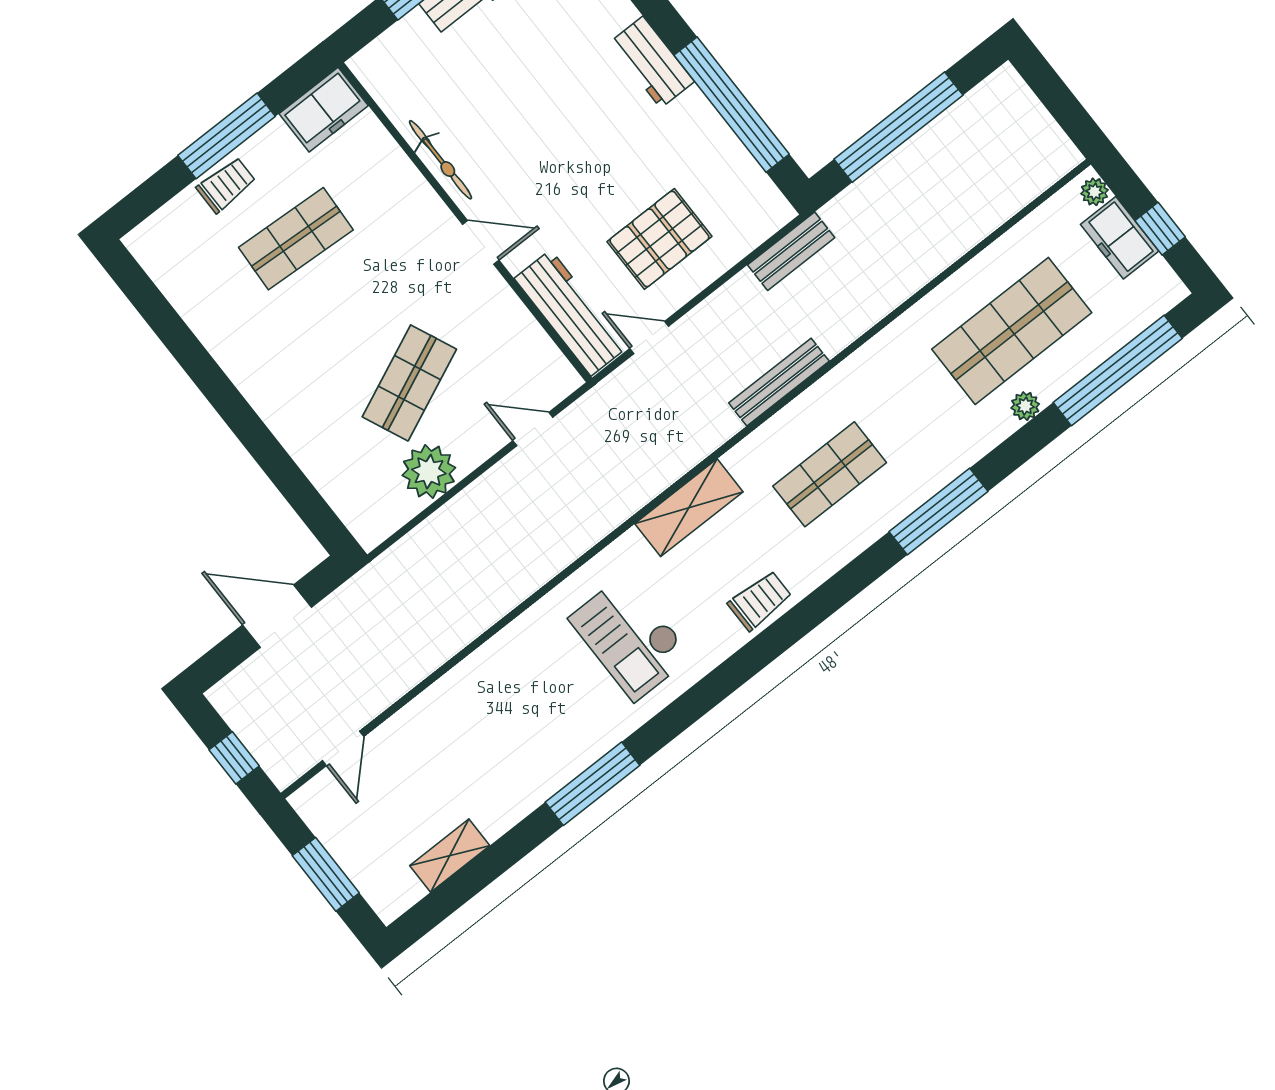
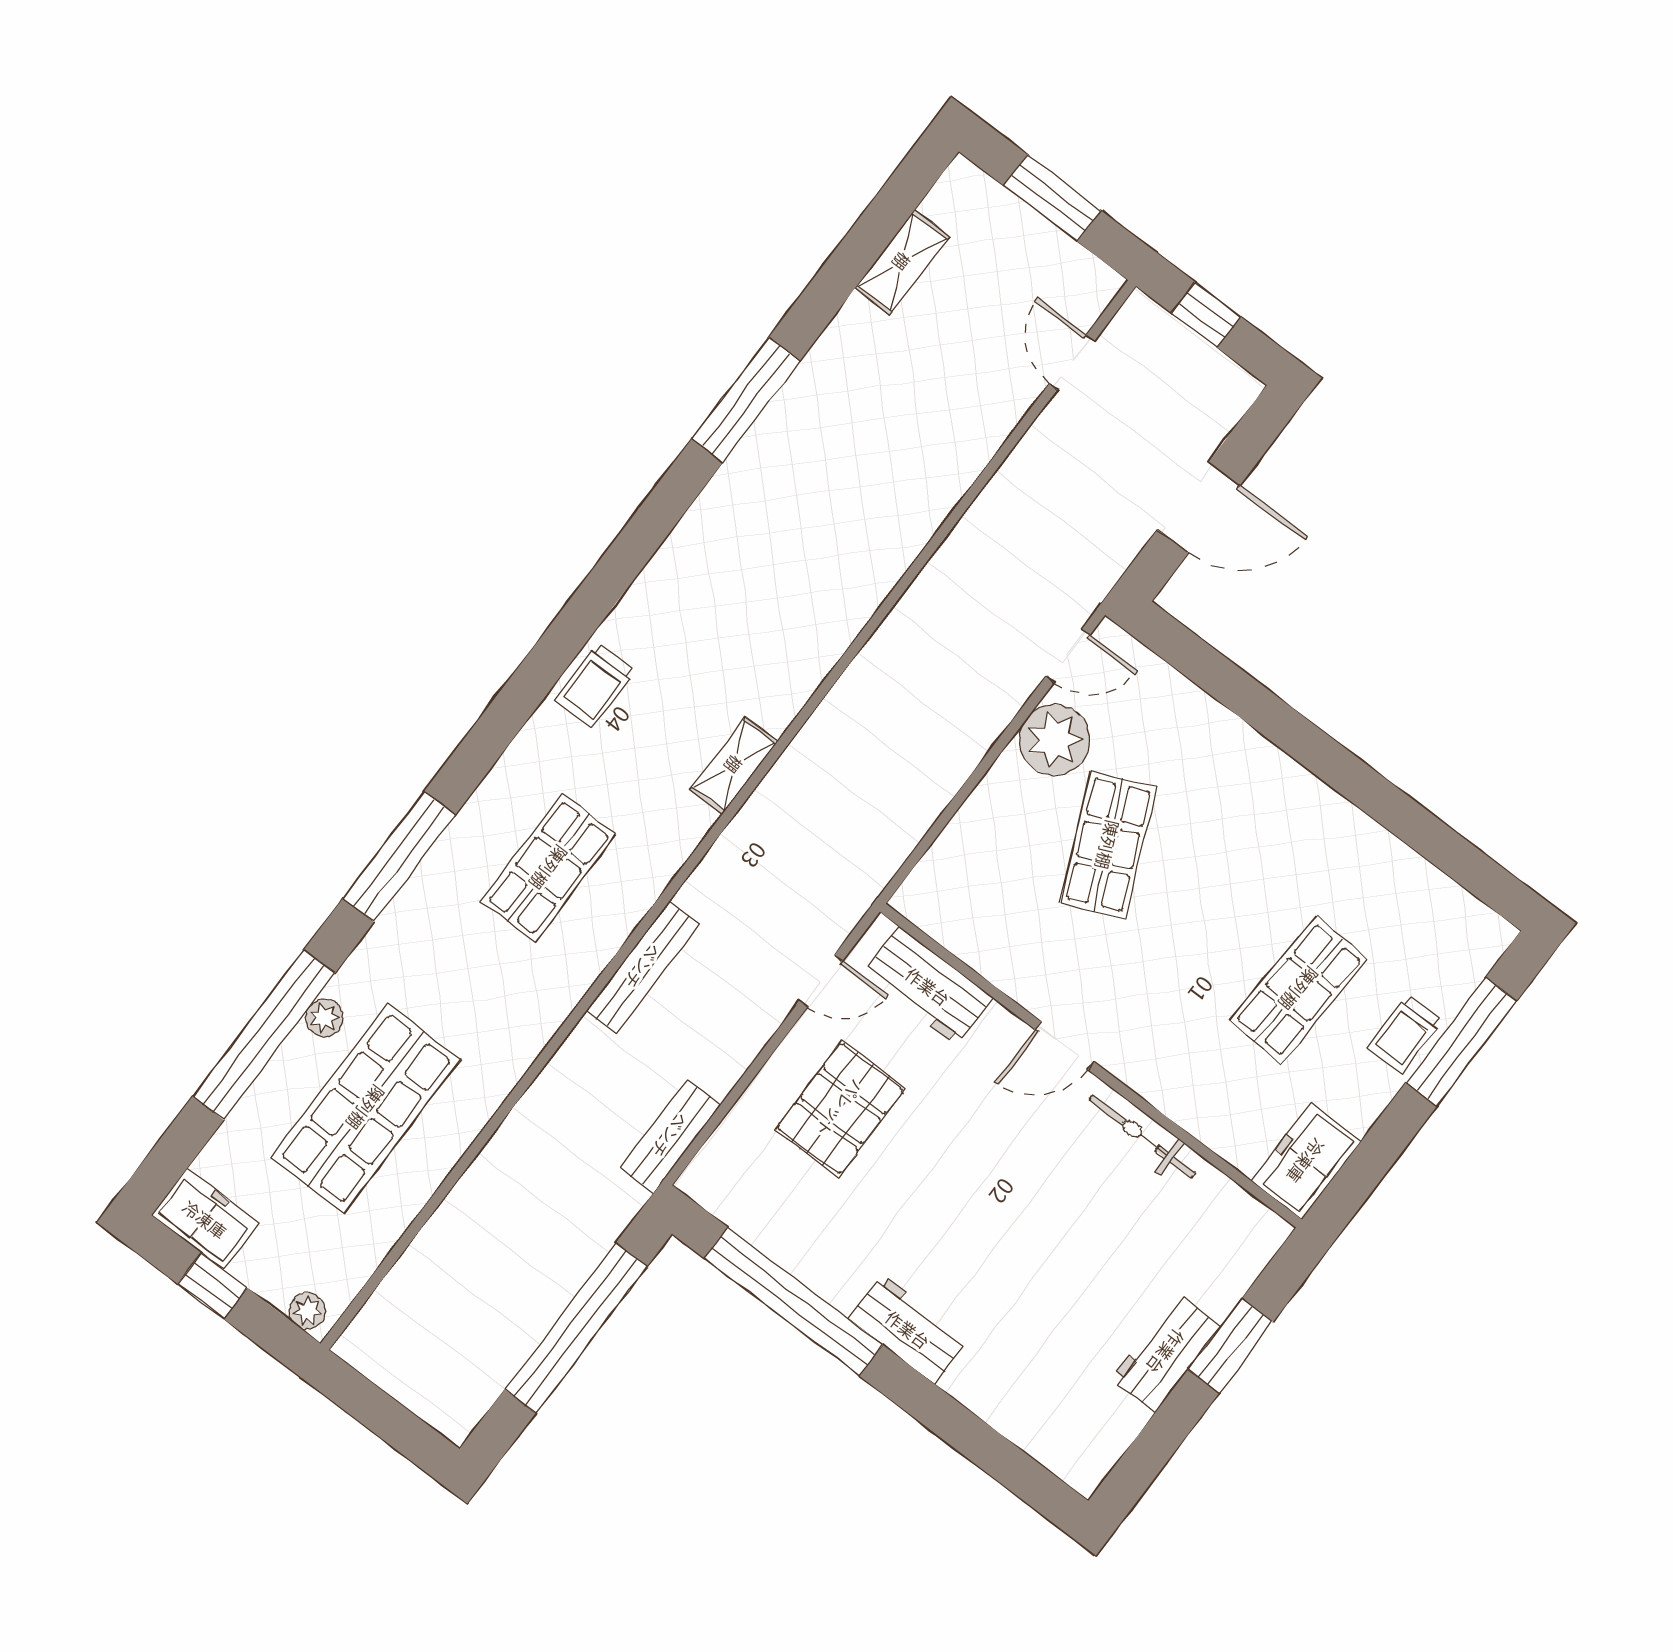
window: (227, 136) -> (1461, 1042), moved
freezer: (1120, 238) -> (205, 1219), moved
workbench: (571, 313) -> (928, 986), width x0.73
window: (1118, 370) -> (264, 1035), moved
door: (533, 429) -> (1068, 656), moved
shelving: (689, 508) -> (734, 765), width x0.67, depth x0.75
checkout: (630, 637) -> (746, 597), removed

